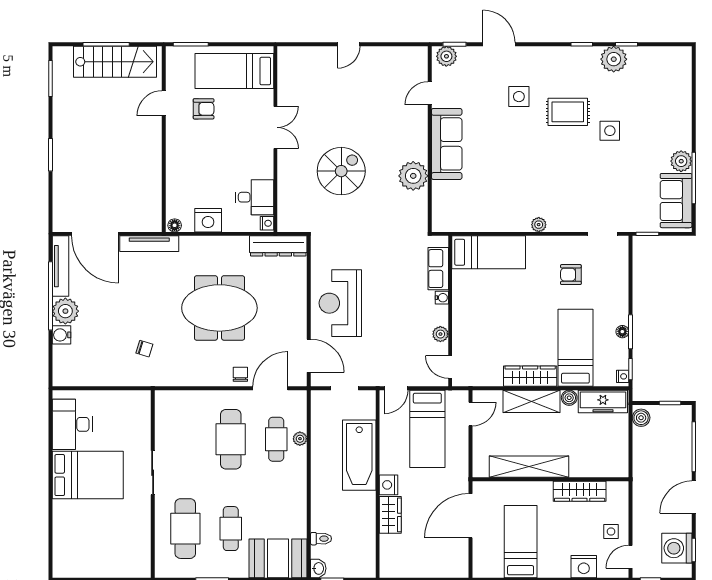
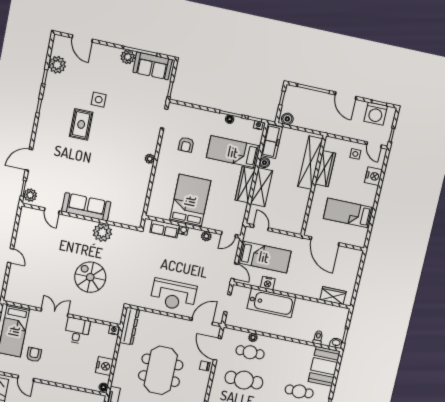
plant: (614, 59) -> (57, 65), moved
door: (694, 89) -> (82, 39), added
side table: (519, 97) -> (65, 154), removed
desk: (254, 197) -> (77, 331), moved
bed: (489, 252) -> (190, 201), moved, width x1.50
shelving: (529, 467) -> (310, 163), moved
nightstand: (389, 485) -> (268, 283), moved
wardrobe: (390, 515) -> (333, 296), moved

